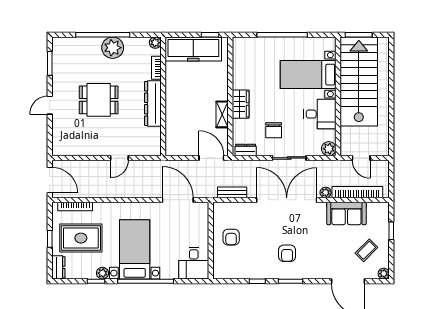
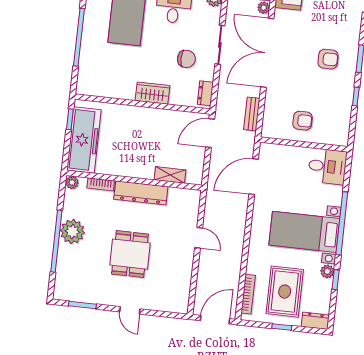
shelving: (222, 114) -> (170, 175), moved

